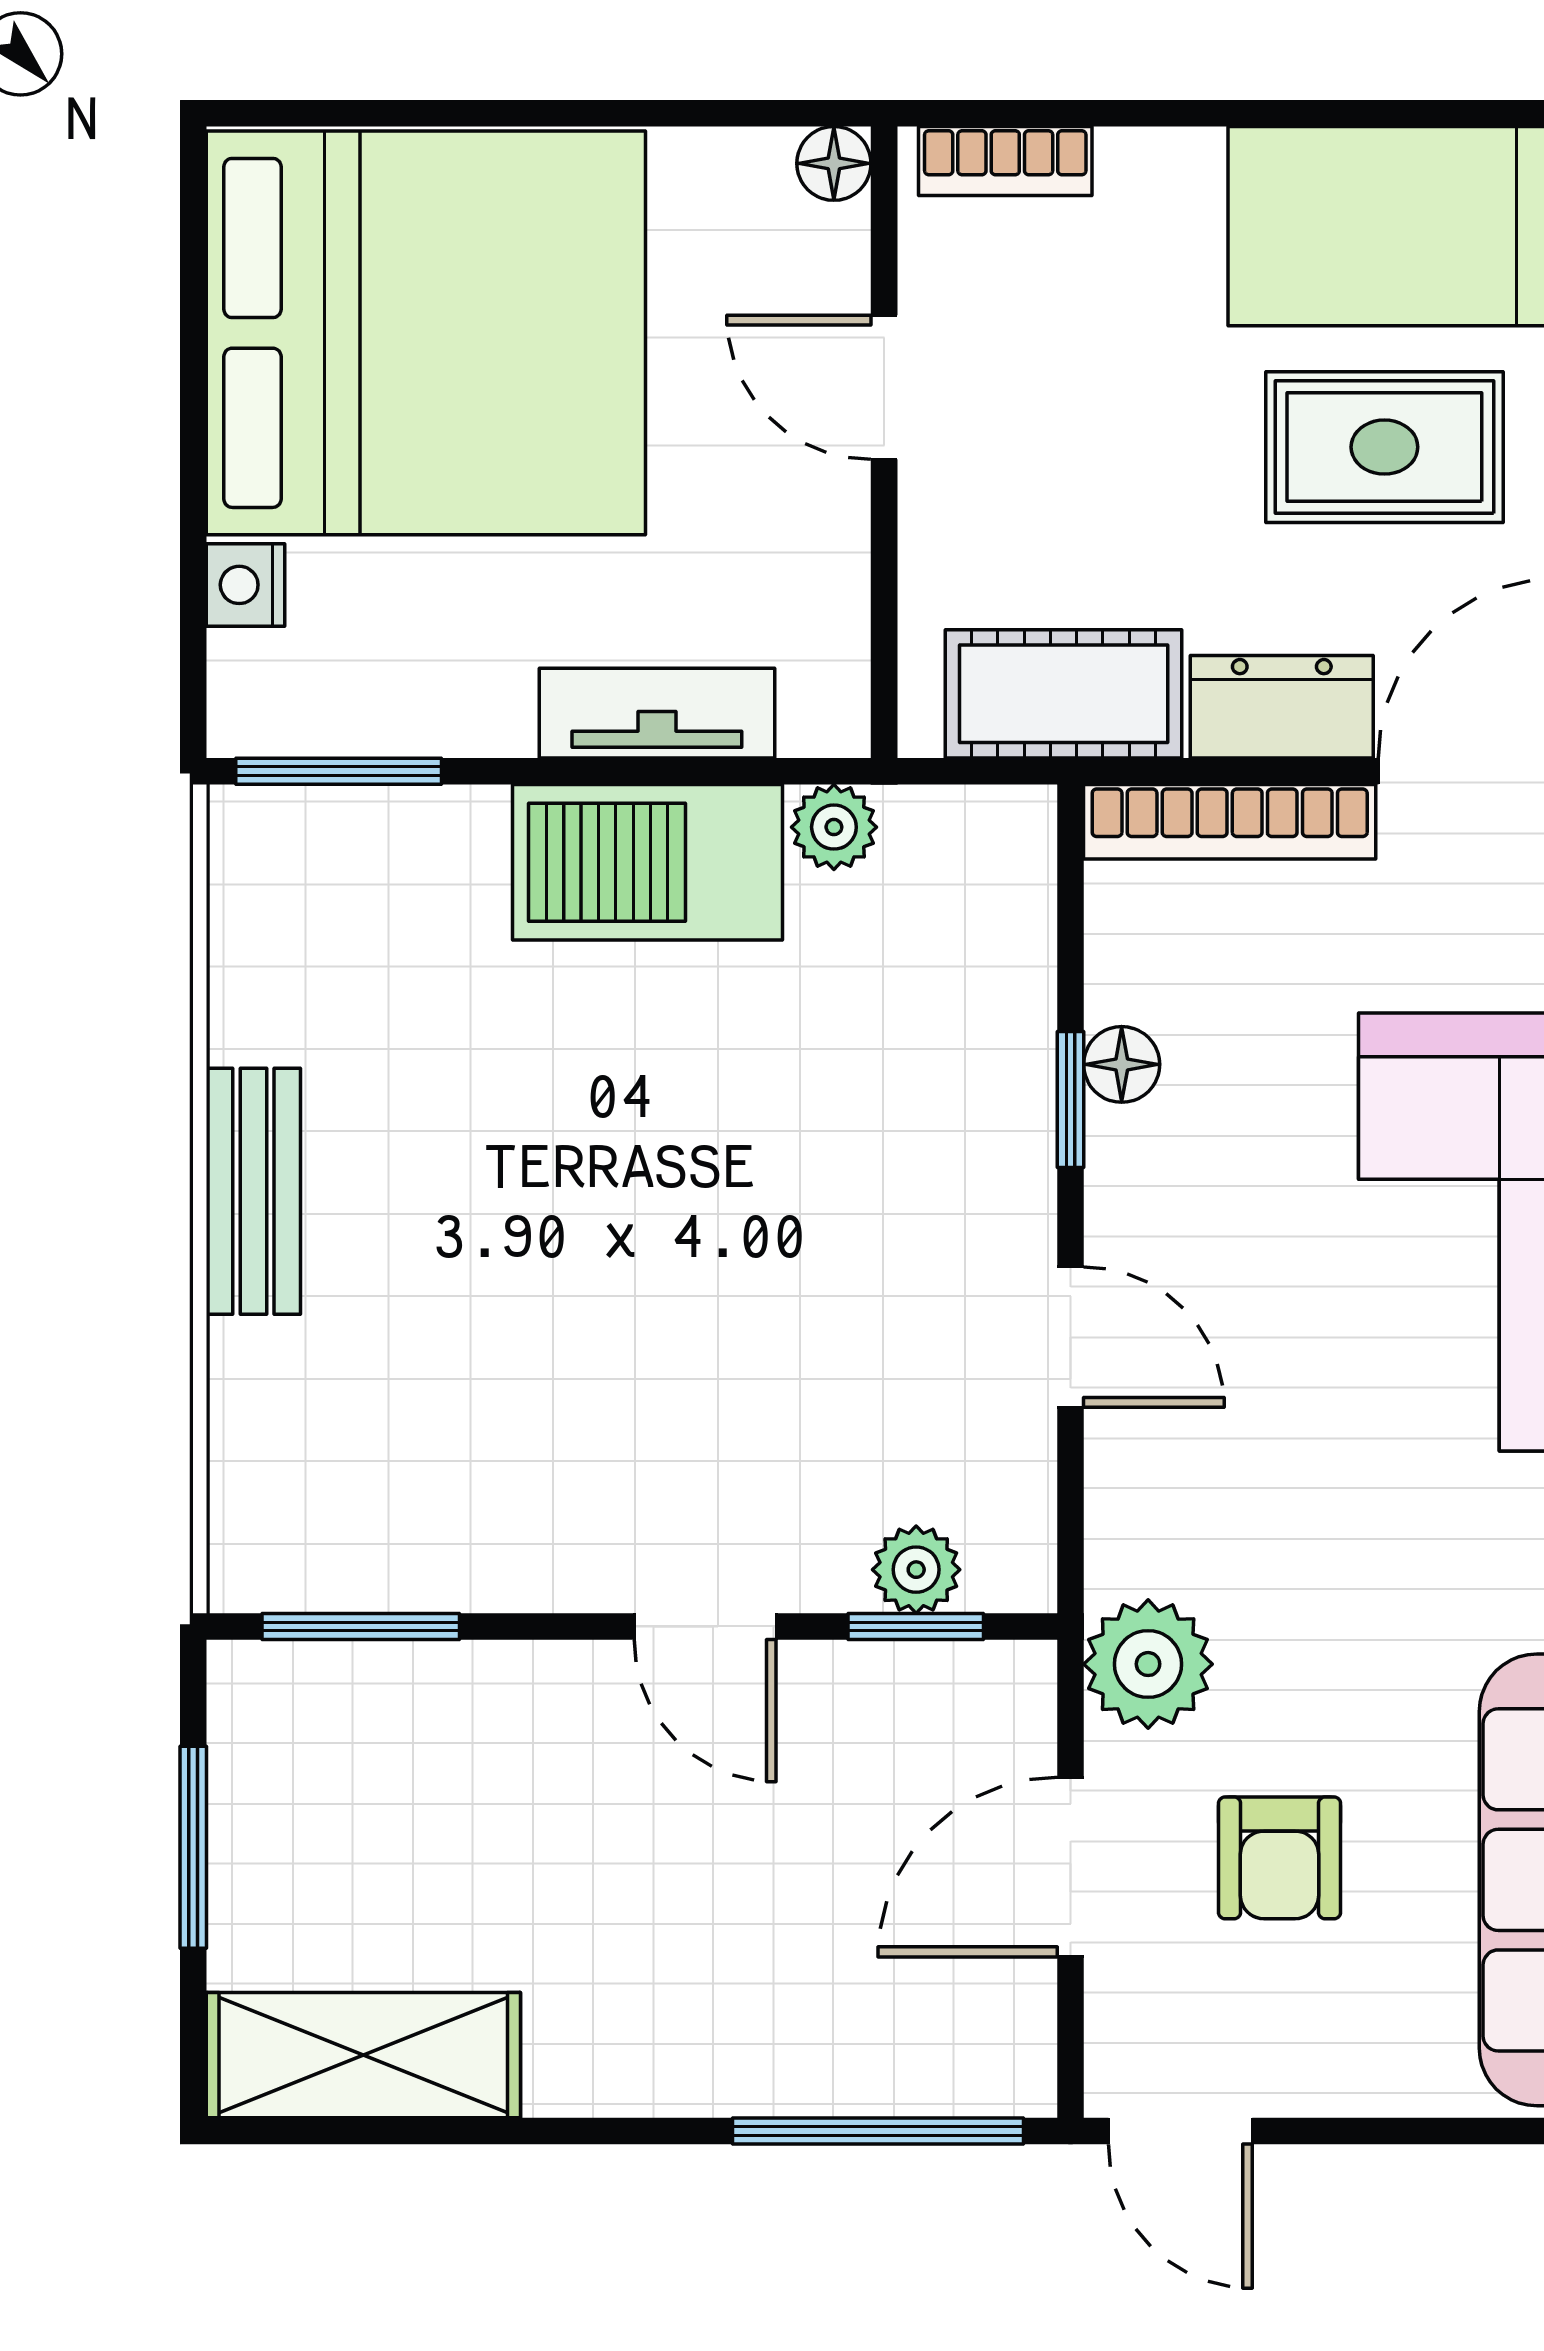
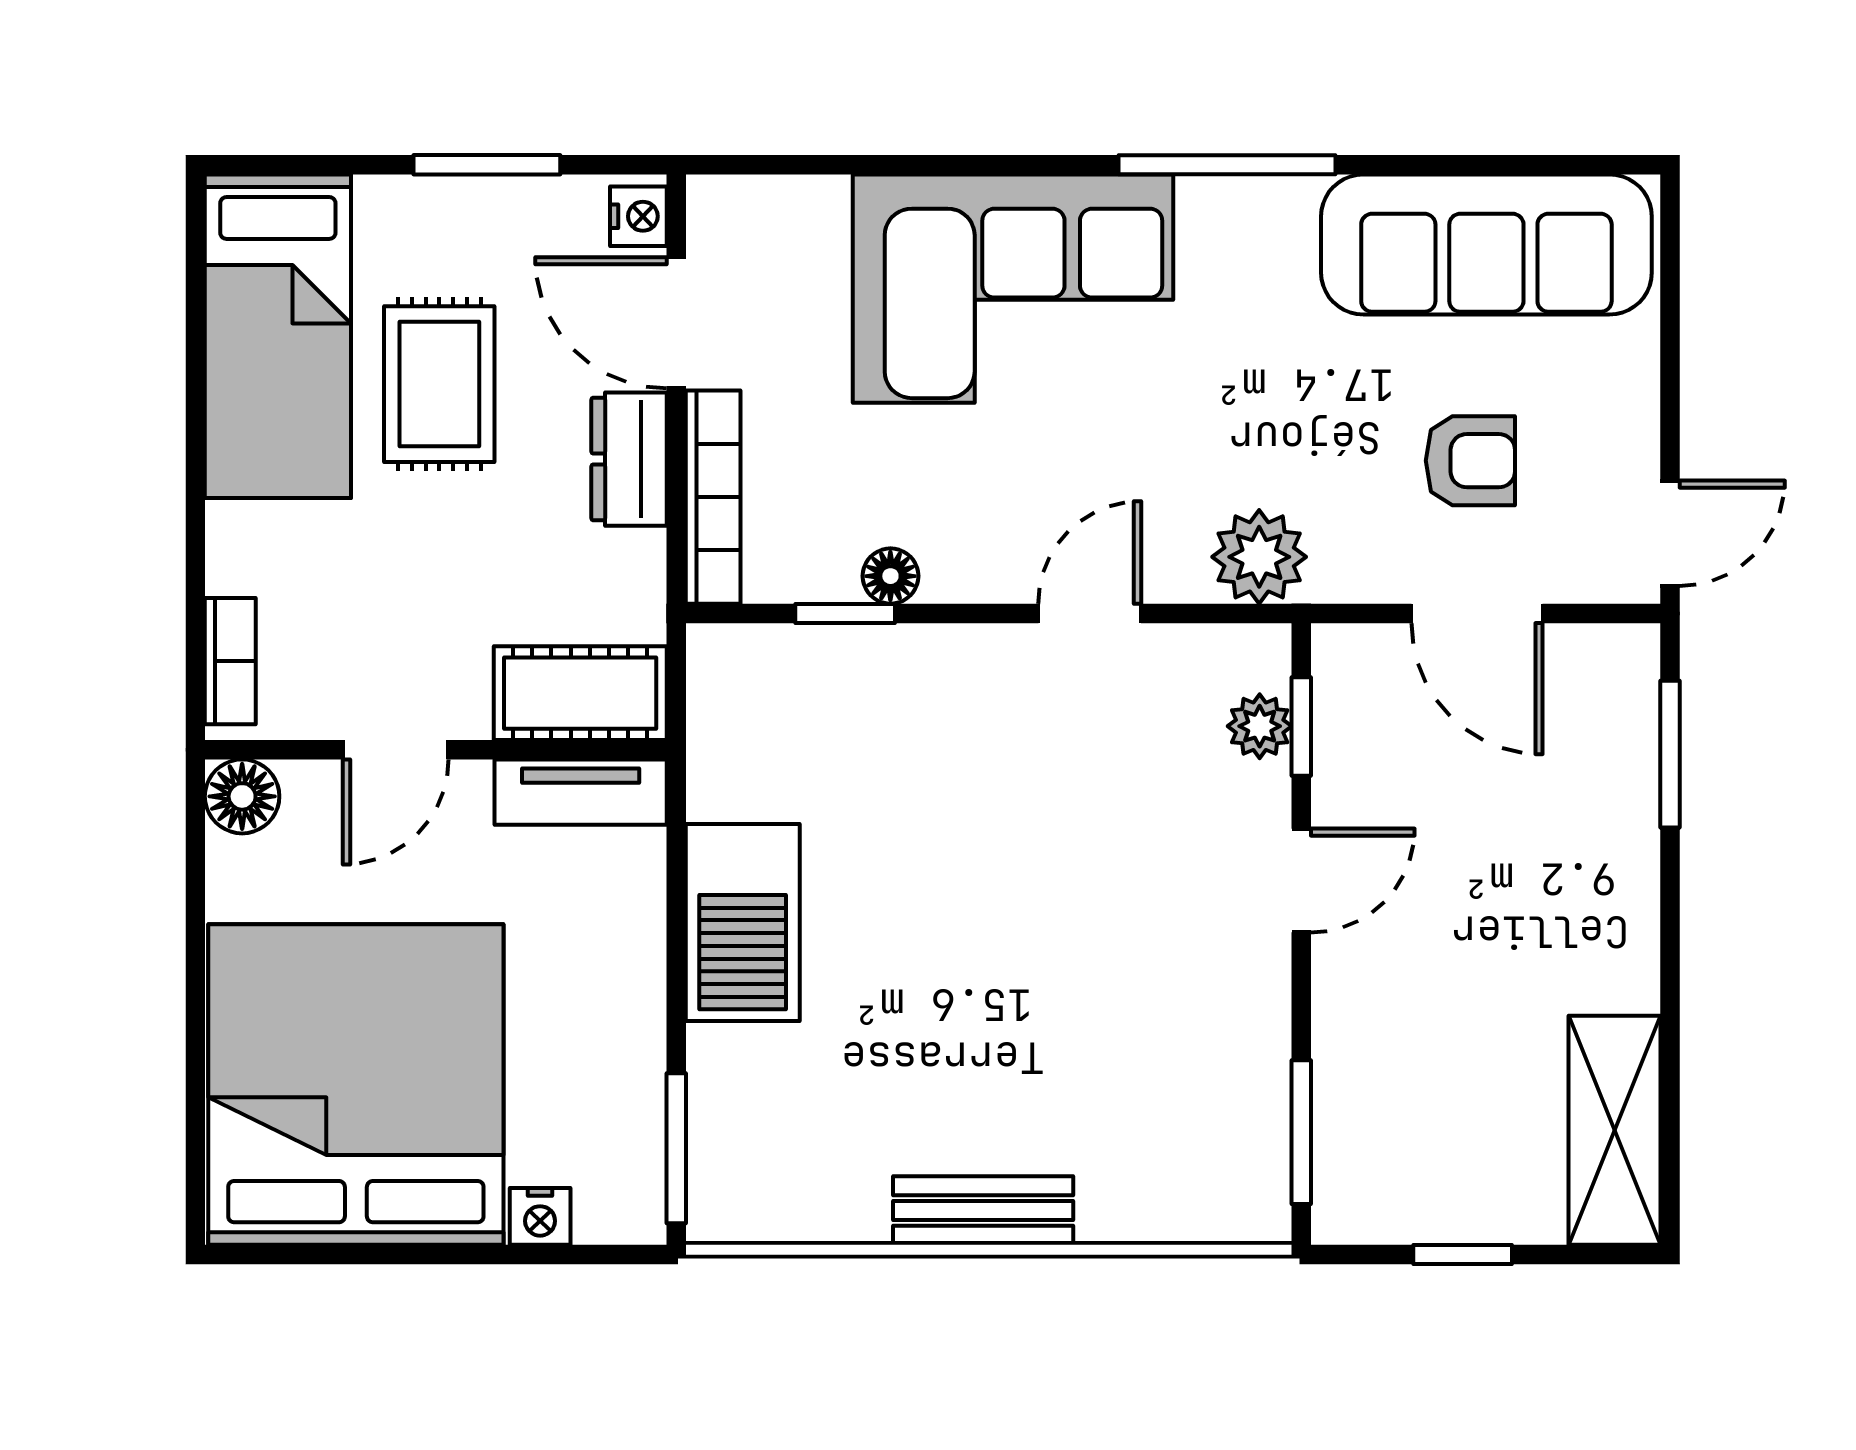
floor lamp: (834, 163) -> (242, 796), width x1.37, depth x1.37
cot: (1064, 694) -> (580, 693), moved, turned 90
tv unit: (657, 713) -> (581, 792), moved, turned -90
plant: (834, 827) -> (717, 786), removed
window: (1071, 1099) -> (845, 613), moved
plant: (1148, 1664) -> (1259, 557), moved
window: (193, 1847) -> (1463, 1255), width x0.67
window: (878, 2131) -> (1670, 754), width x0.69

